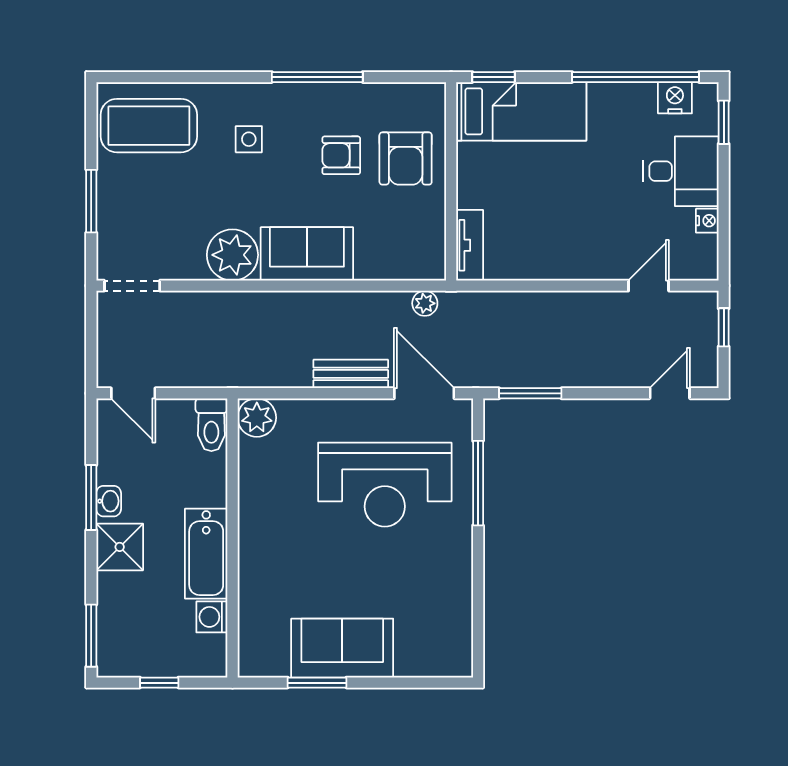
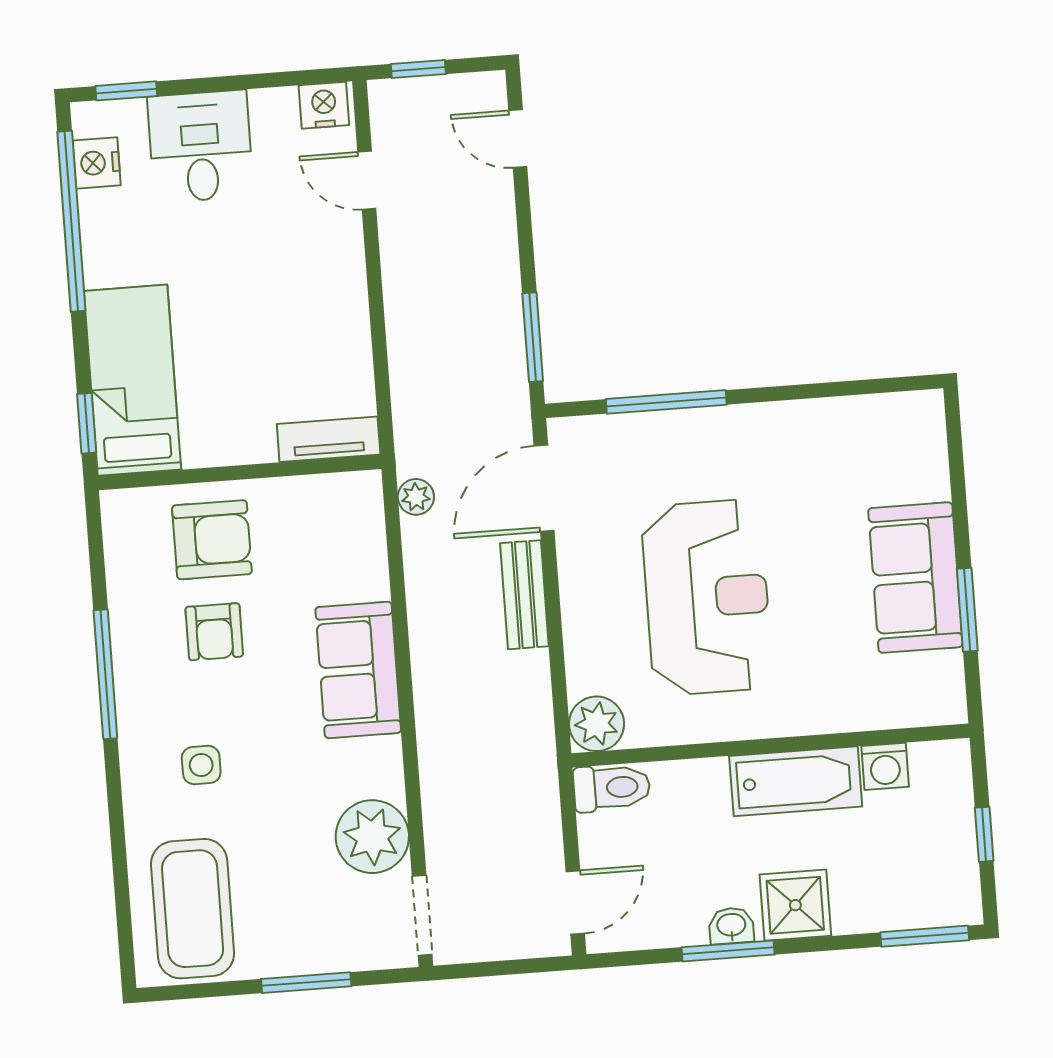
nightstand: (707, 221) -> (324, 105), moved, width x1.39, depth x1.35
plant: (232, 255) -> (372, 837), moved
reception desk: (385, 485) -> (707, 597), moved

